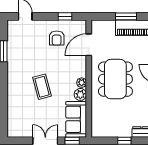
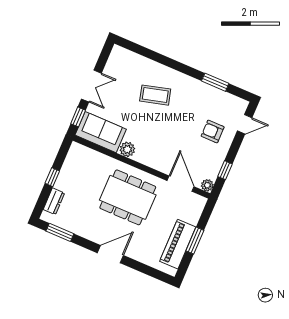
armchair: (57, 38) -> (213, 131), moved
plant: (82, 83) -> (207, 185), moved
coffee table: (42, 87) -> (155, 95), moved

